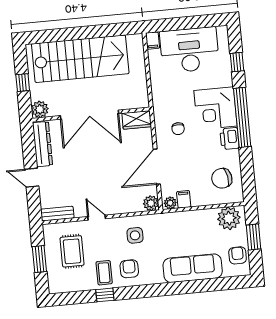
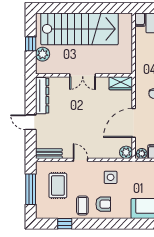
plant: (40, 109) -> (43, 54), moved
double door: (89, 115) -> (83, 75), width x0.54
window: (39, 259) -> (31, 189), width x1.44
armchair: (129, 269) -> (103, 204), turned 90
window: (105, 295) -> (65, 224), moved

